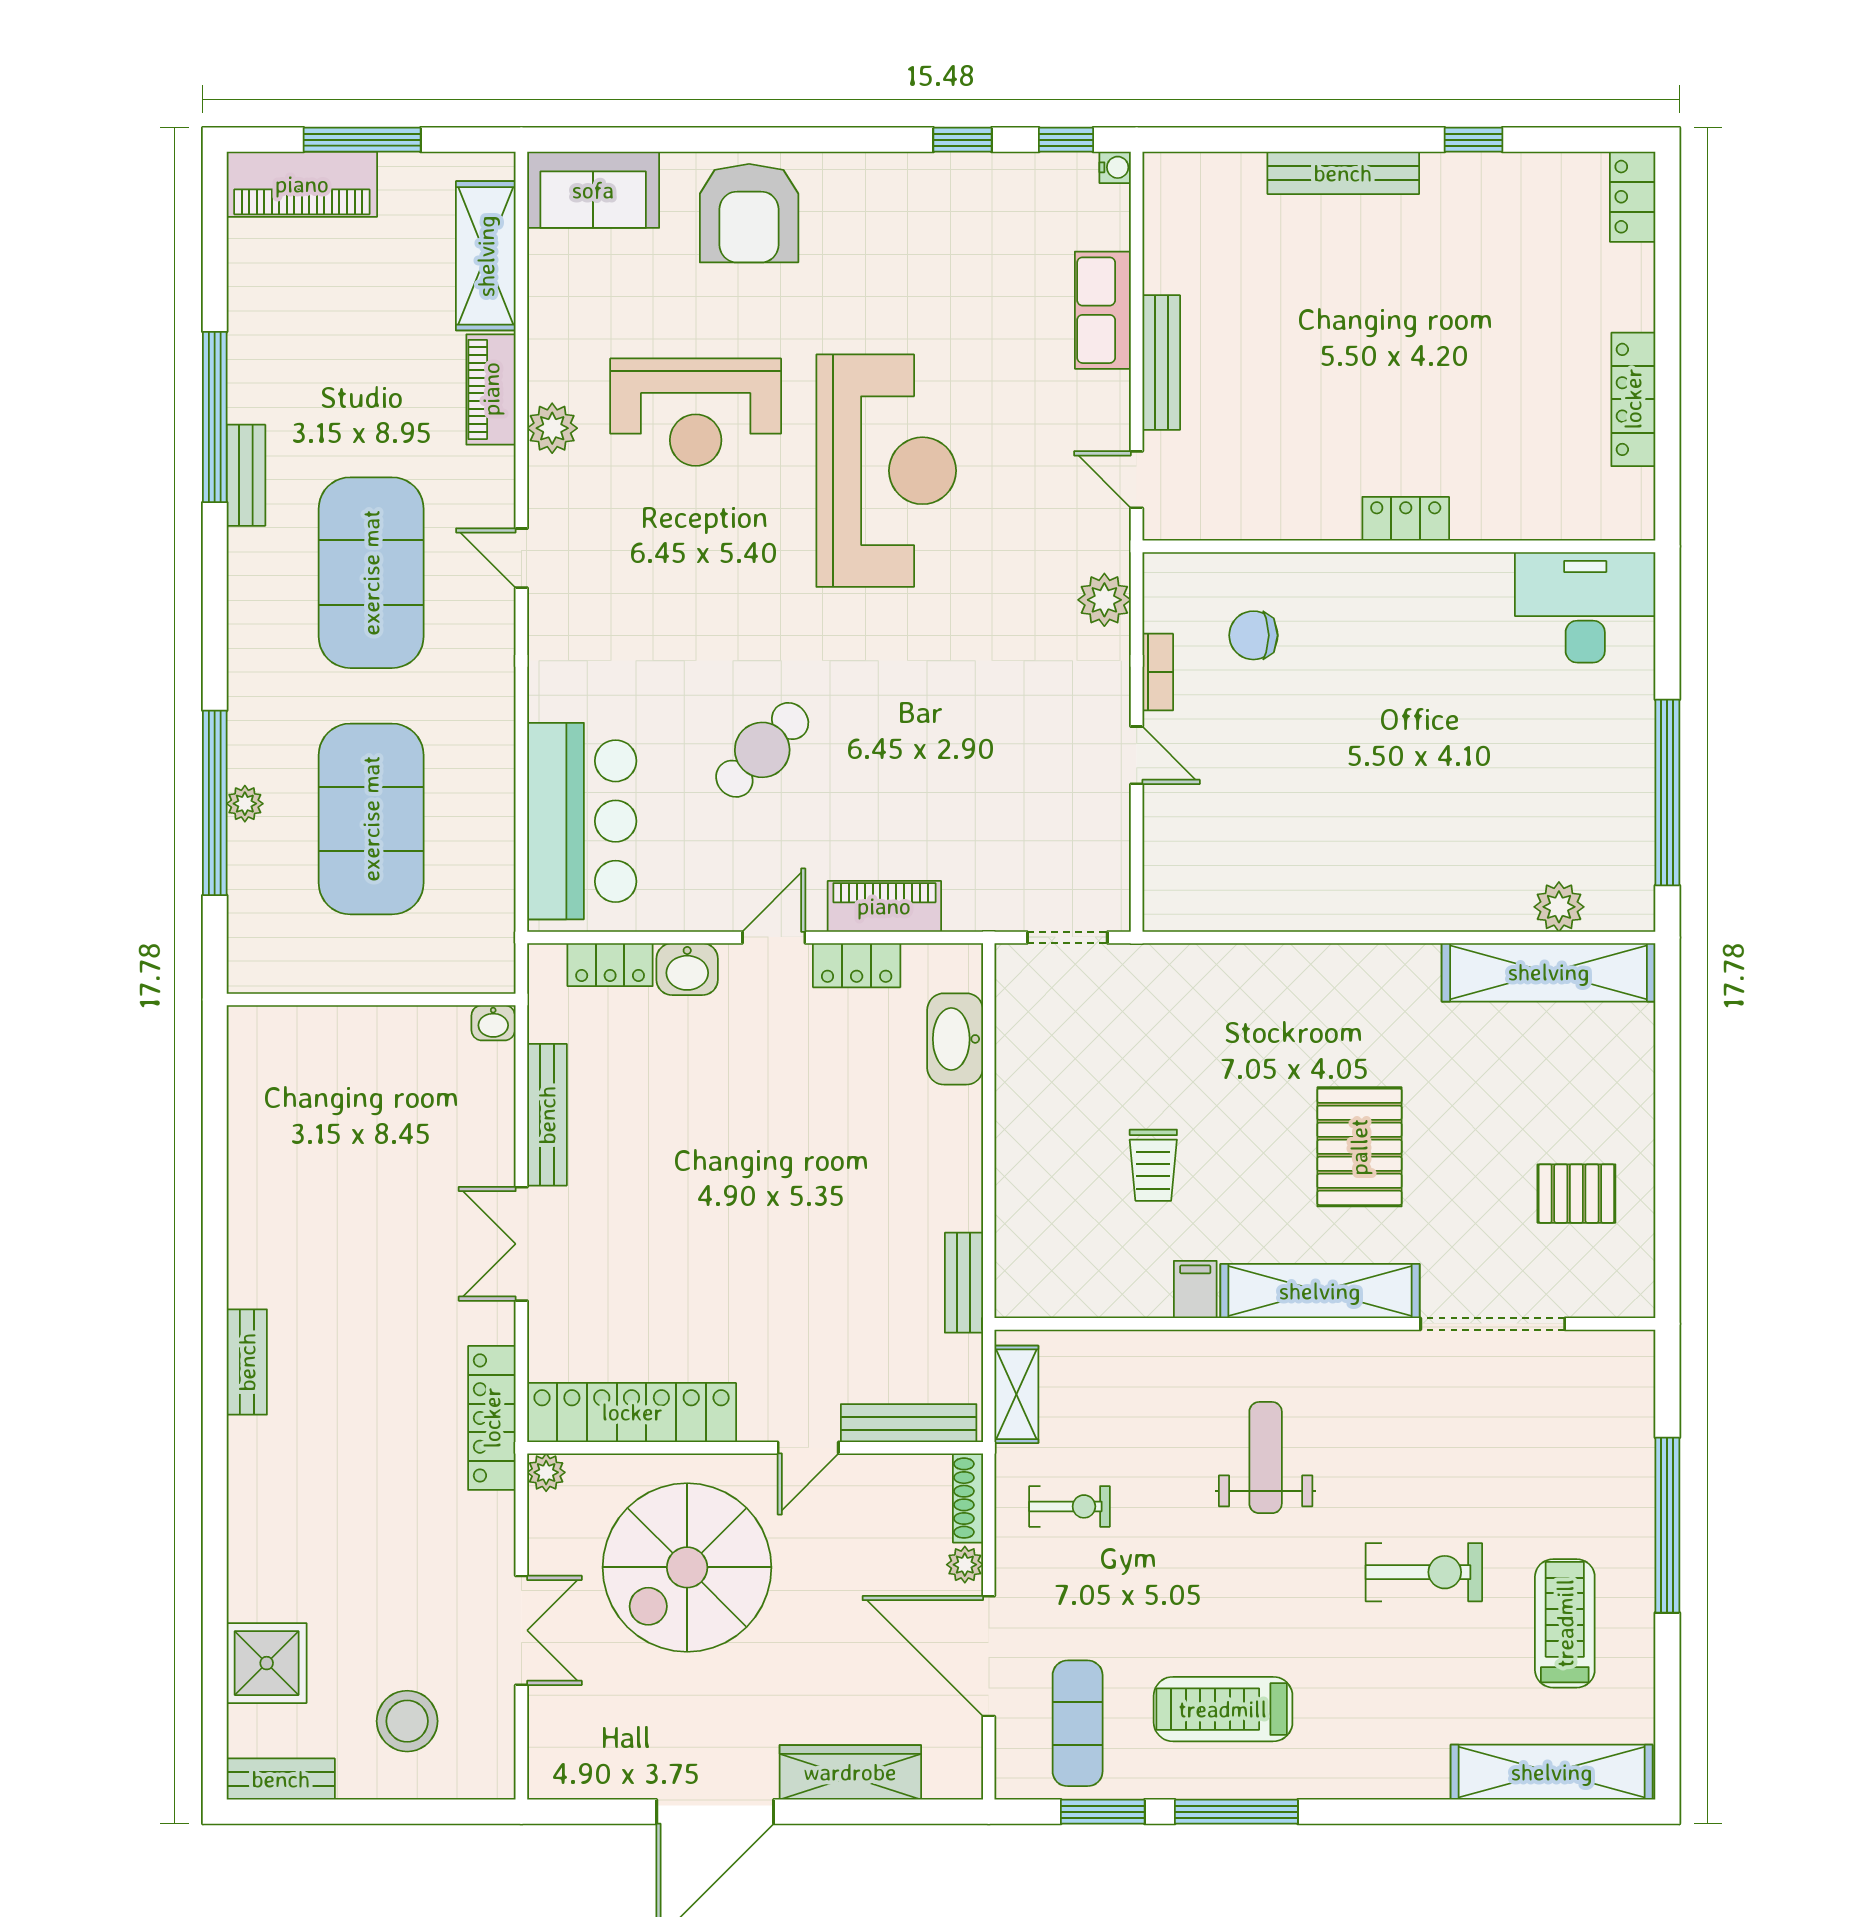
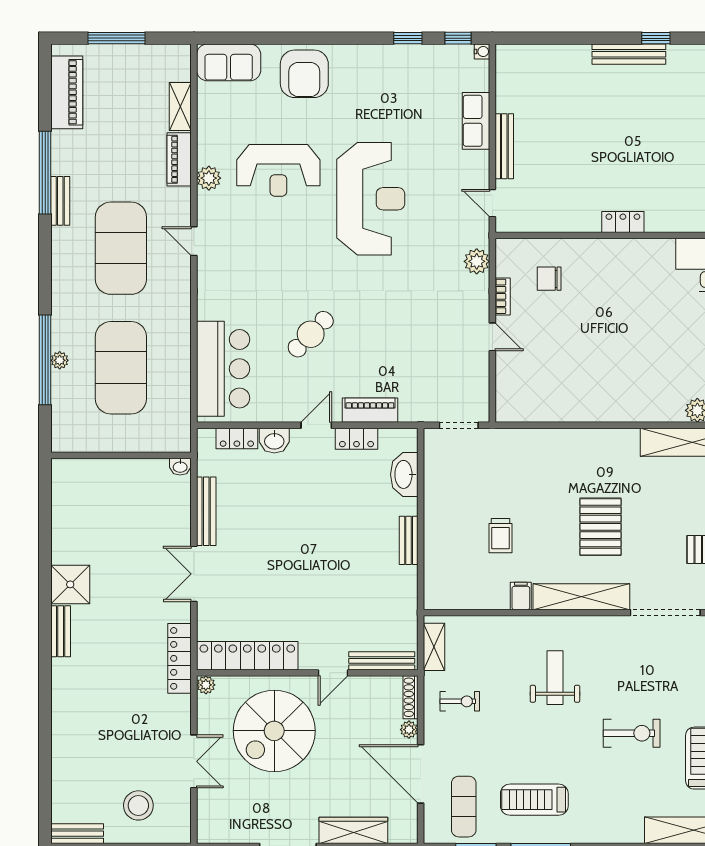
bench: (1343, 173) -> (629, 54), moved
piano: (302, 184) -> (67, 92), moved, turned -90
shelving: (486, 256) -> (180, 107), width x0.67, depth x0.75
bench: (964, 1283) -> (409, 540), moved
shower: (267, 1663) -> (70, 584), moved

